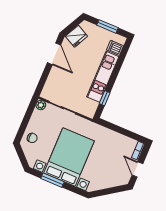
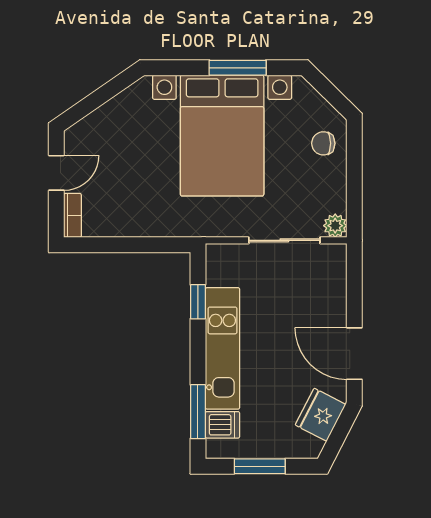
window: (122, 57) -> (198, 412), added
door: (137, 169) -> (56, 173), hinge flipped

